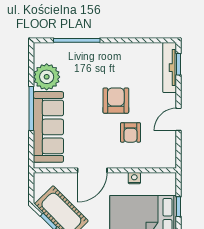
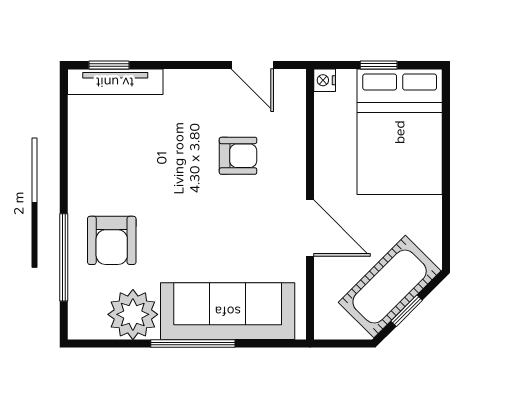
armchair: (116, 101) -> (112, 240), moved, turned -90
door: (178, 119) -> (252, 65), moved
nightstand: (134, 178) -> (325, 80), moved

